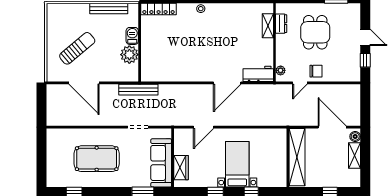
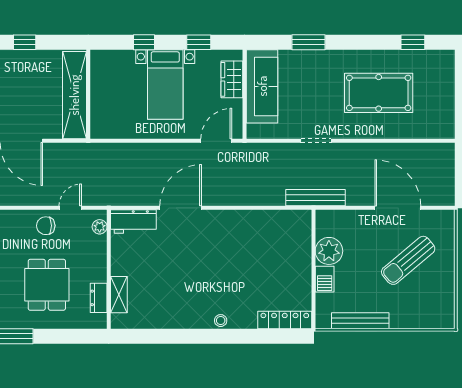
wall: (173, 158) -> (245, 94), moved
sofa: (161, 163) -> (262, 86), moved
wardrobe: (181, 168) -> (232, 79), moved

